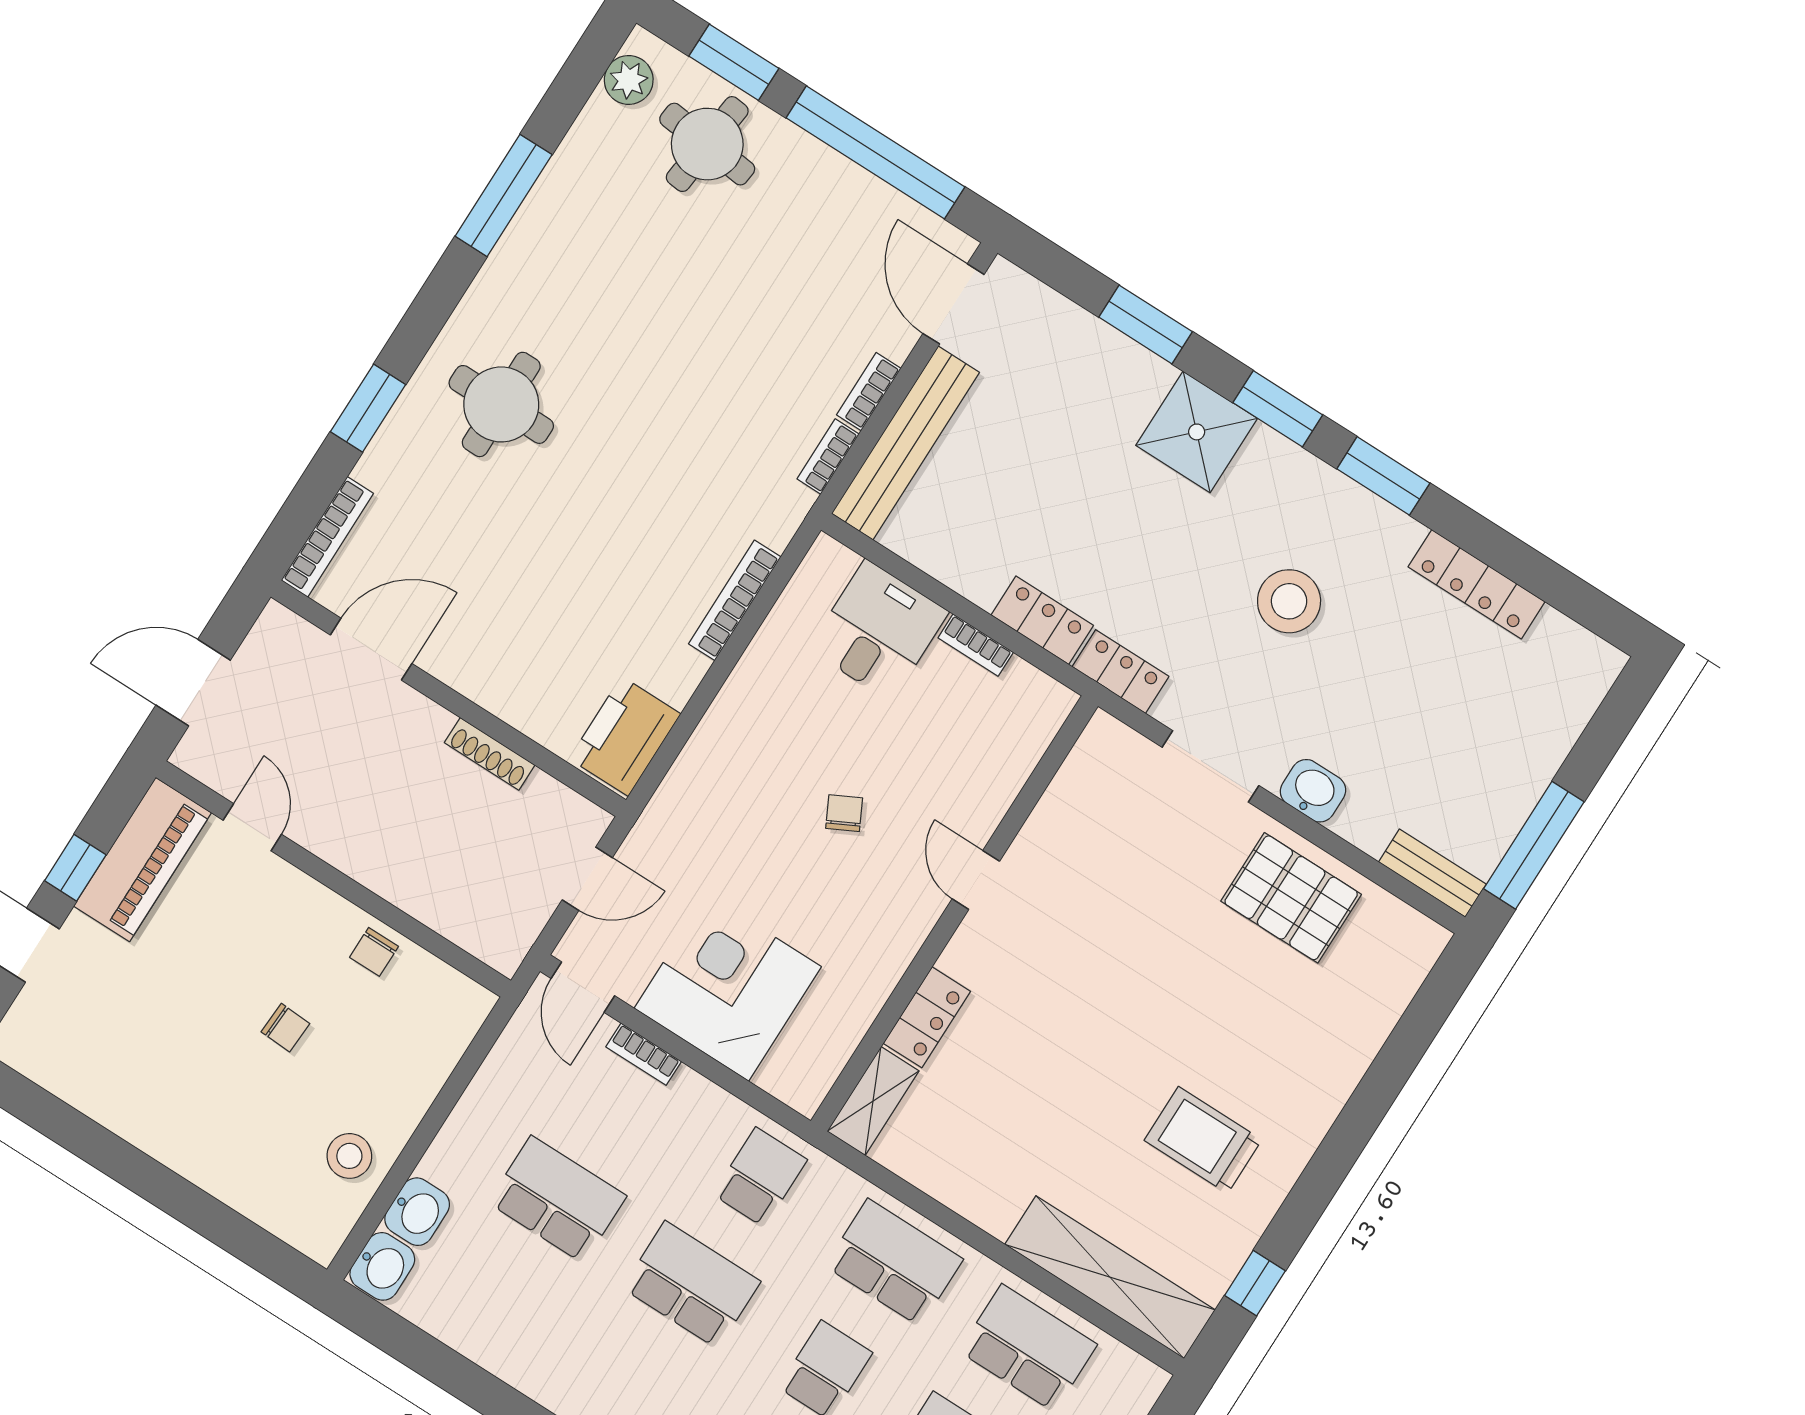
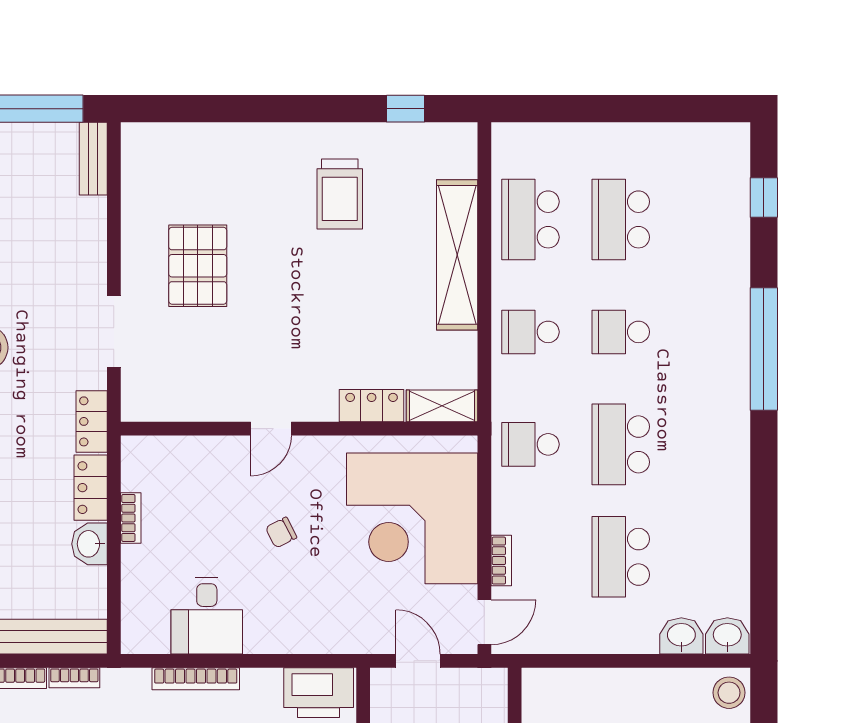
desk: (878, 630) -> (207, 616), moved, turned -90
washbasin: (1313, 791) -> (89, 544), moved
pallet: (1291, 898) -> (198, 266), moved
corner desk: (728, 988) -> (412, 518), width x1.36, depth x1.36
stool: (349, 1156) -> (729, 693), moved
school desk: (894, 1263) -> (530, 332), width x0.54
shelving: (1110, 1277) -> (457, 255), moved

